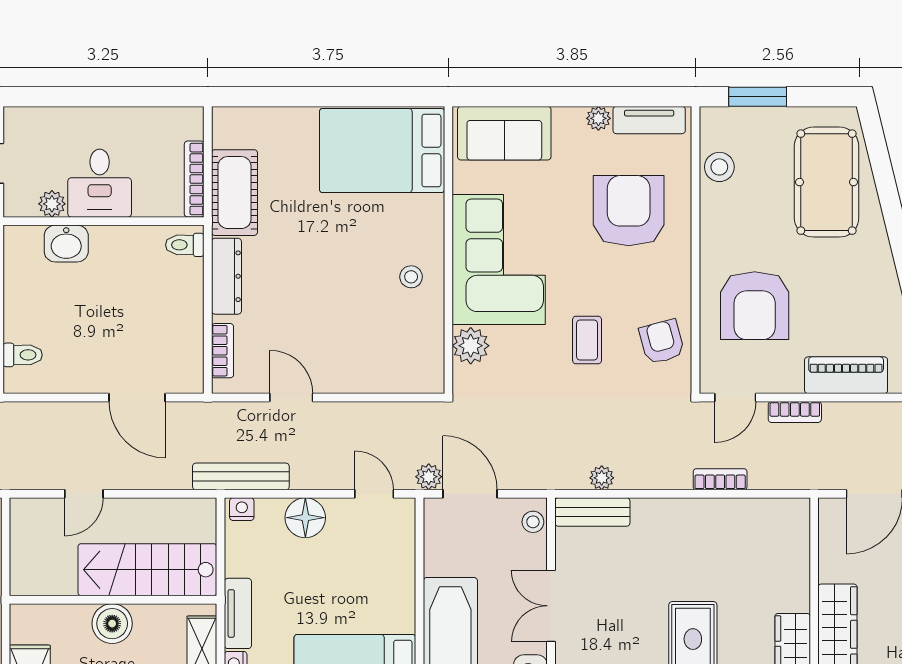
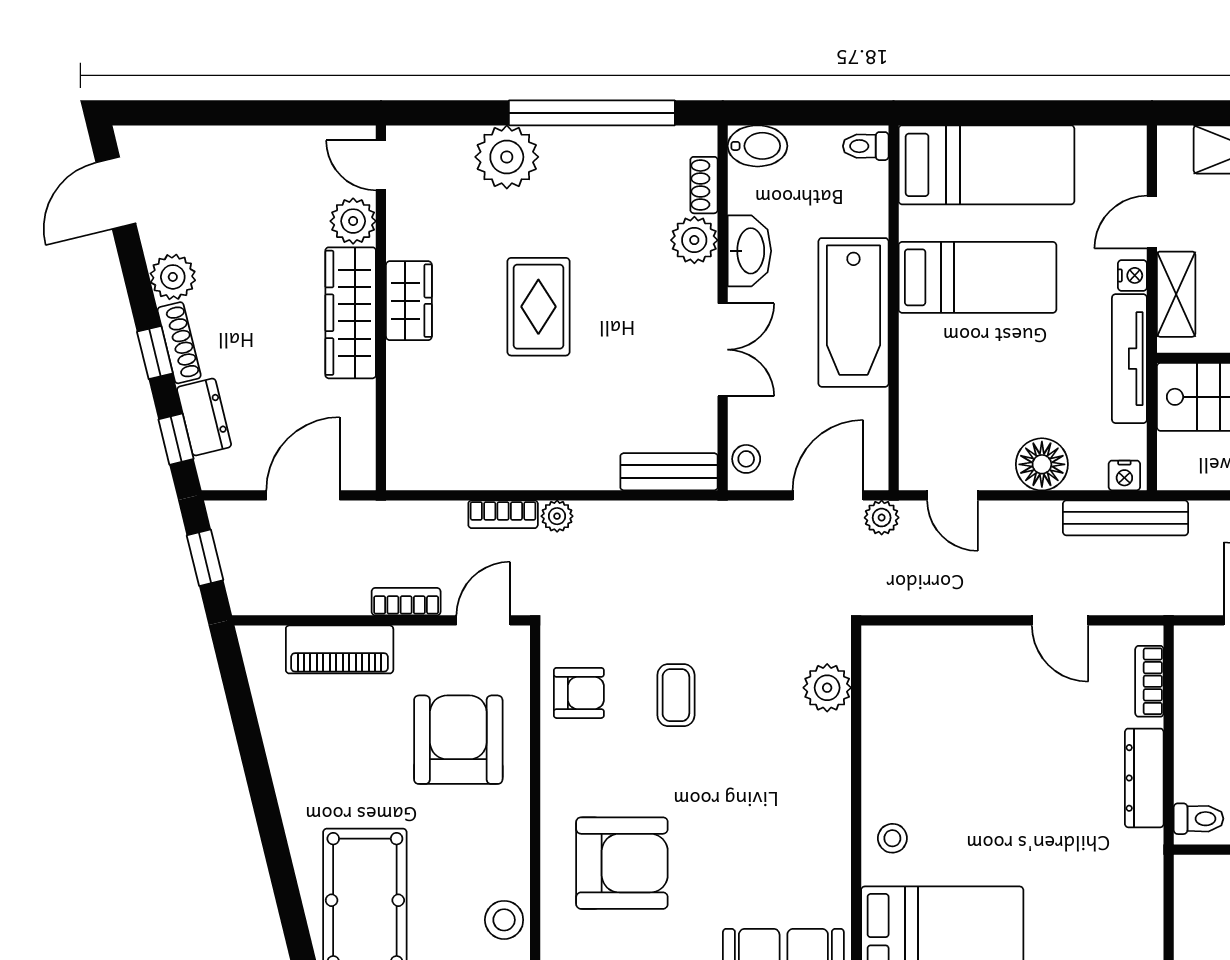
bookcase: (194, 179) -> (1186, 904), removed
cot: (234, 193) -> (1134, 887), removed
armchair: (629, 211) -> (622, 863), turned -90
corner sofa: (499, 260) -> (791, 800), removed
stool: (411, 277) -> (892, 838), moved
armchair: (662, 342) -> (579, 693), turned -75
plant: (602, 478) -> (557, 516), moved
door: (470, 494) -> (828, 495), swing flipped
tv unit: (238, 613) -> (1129, 359), width x1.41

